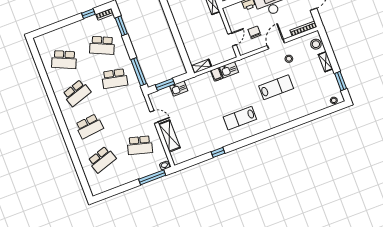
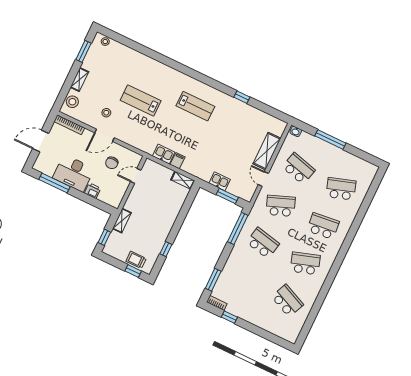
window: (169, 15) -> (166, 249), added
school desk: (102, 45) -> (281, 206), moved, turned -45
window: (152, 177) -> (330, 139), moved

